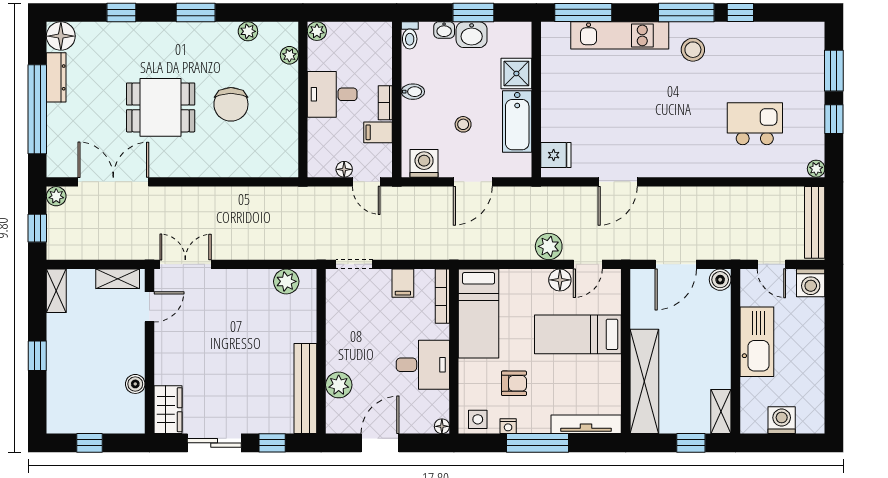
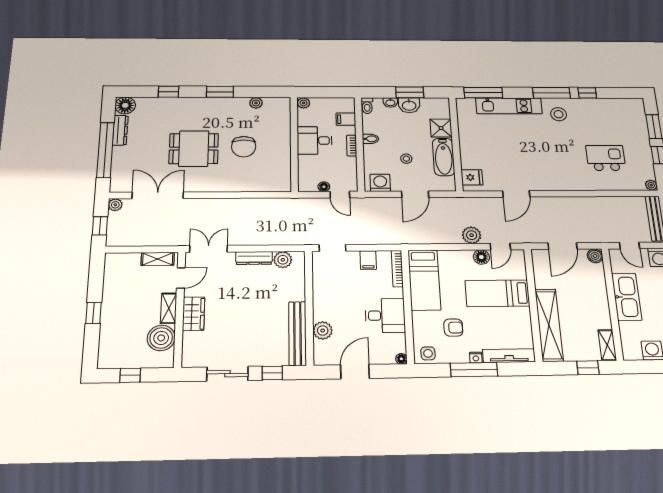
plant: (289, 55) -> (285, 117), removed
filing cabinet: (378, 132) -> (346, 119), moved
dresser: (247, 279) -> (254, 258), added
shelving: (56, 291) -> (169, 308), moved
boiler: (135, 384) -> (161, 338), width x1.86, depth x1.86
wardrobe: (168, 410) -> (193, 314), moved
nightstand: (508, 426) -> (476, 358), moved

